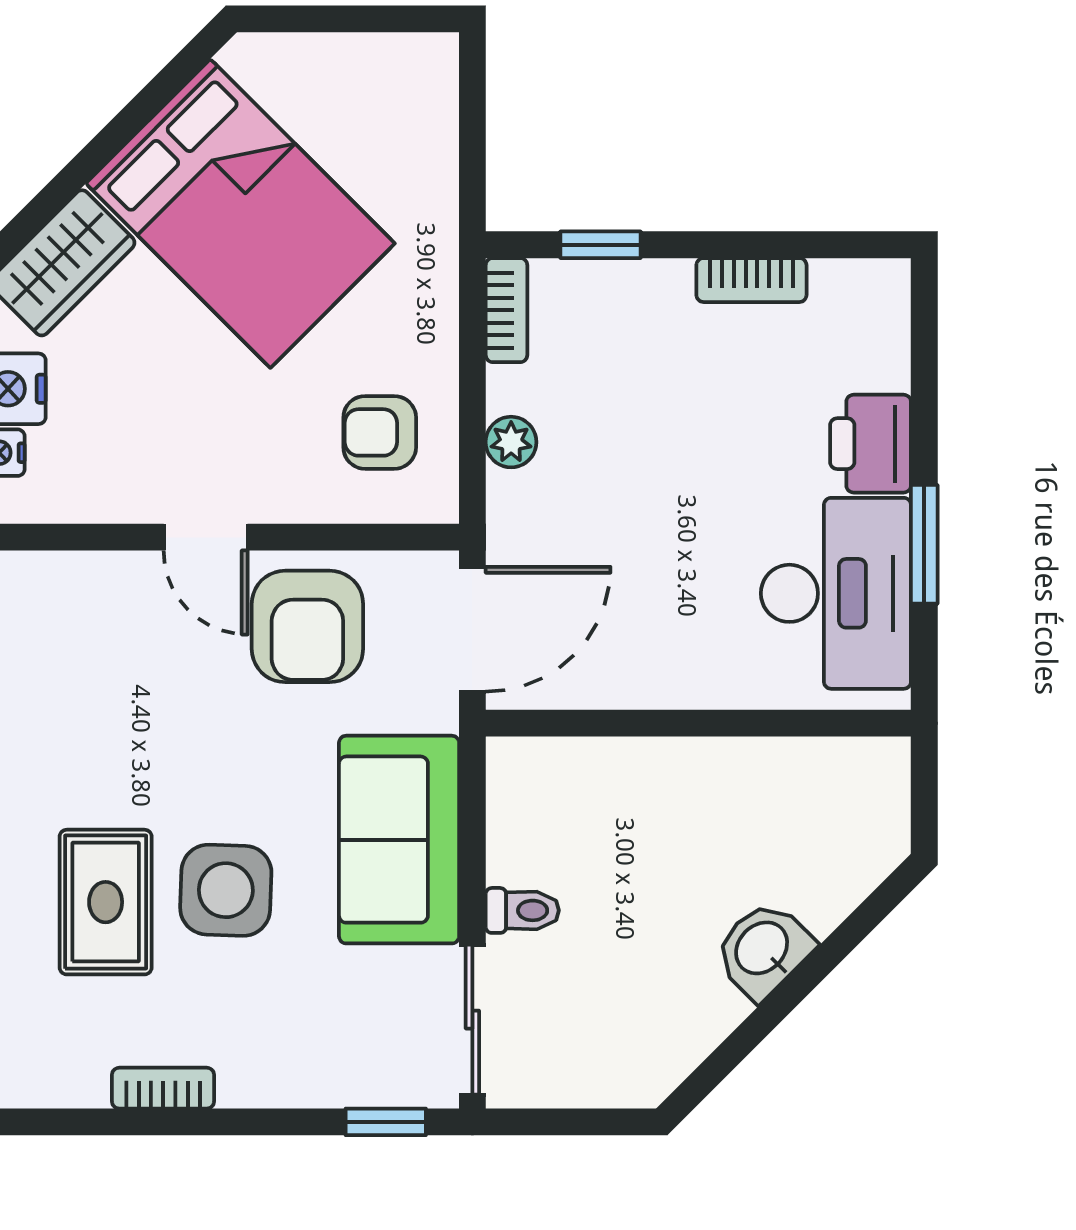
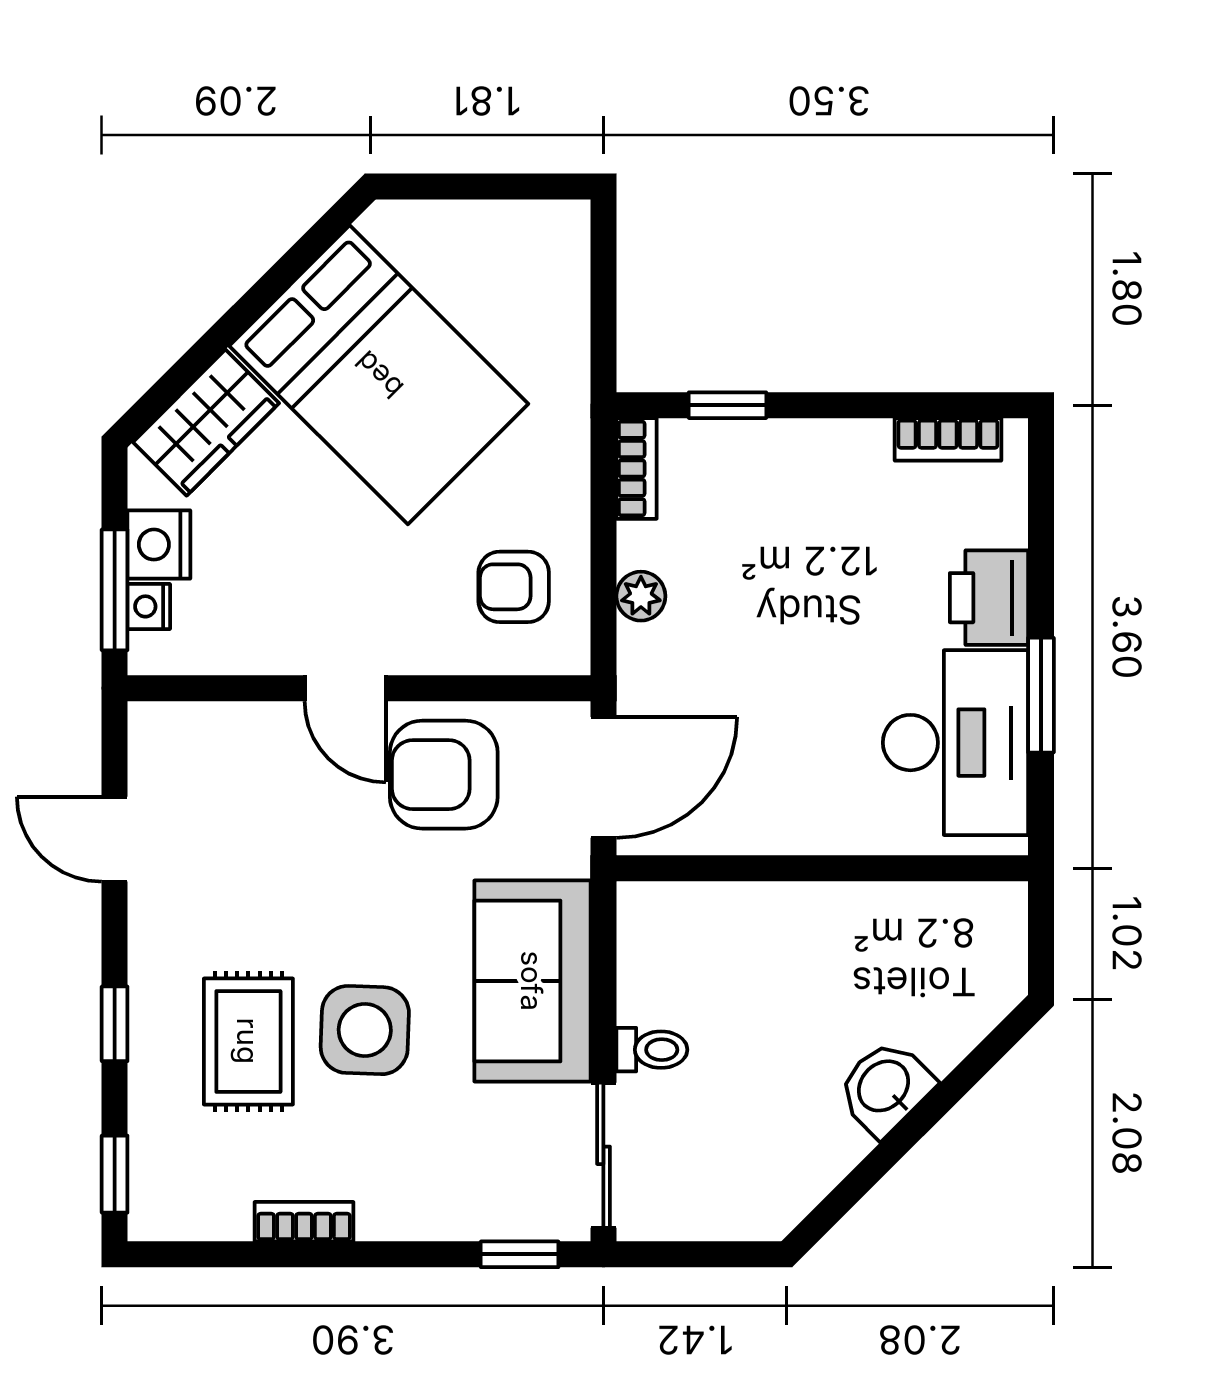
bookcase: (751, 280) -> (948, 439), moved
armchair: (307, 626) -> (444, 775), turned 90

